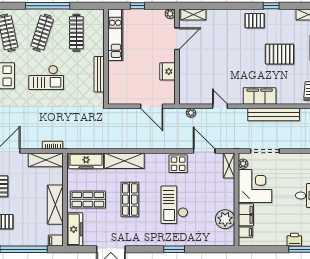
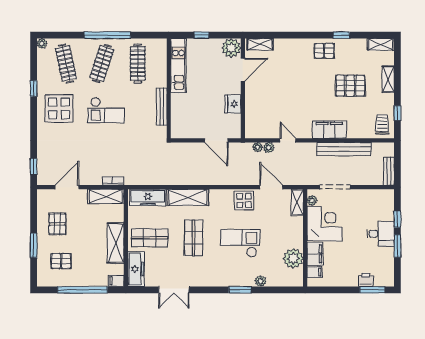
plant: (170, 14) -> (231, 48), width x1.87, depth x1.87
plant: (202, 113) -> (269, 148), added
checkout: (174, 205) -> (240, 243), turned 90
plant: (194, 241) -> (261, 281), added

